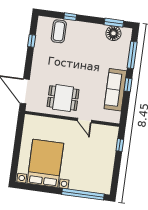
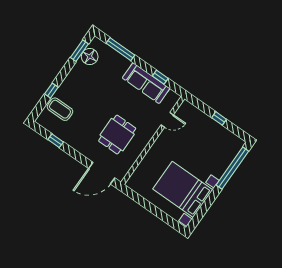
window: (128, 85) -> (160, 77), moved
dining table: (63, 98) -> (117, 135), moved
door: (84, 121) -> (167, 120), moved
window: (120, 145) -> (219, 118), moved

